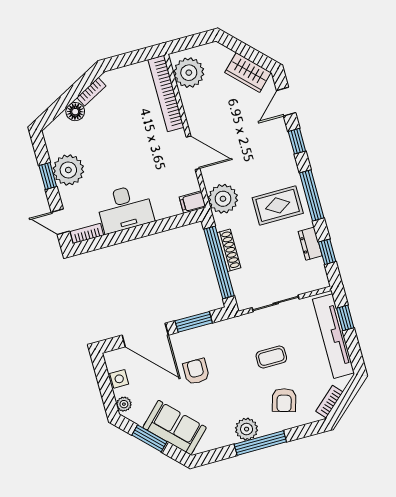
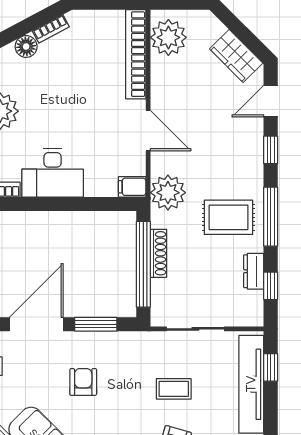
door: (145, 335) -> (36, 324), swing flipped

